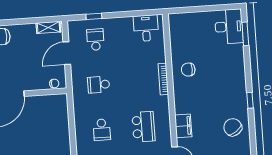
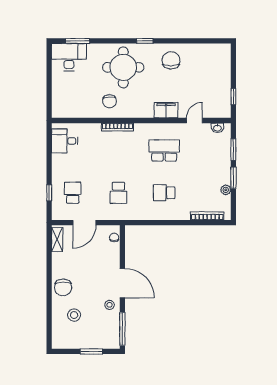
school desk: (95, 40) -> (73, 193), turned 90
door: (67, 53) -> (84, 223), hinge flipped
round table: (222, 81) -> (123, 67), added
chair: (233, 127) -> (171, 60), turned 125
school desk: (102, 130) -> (164, 193), turned 180

